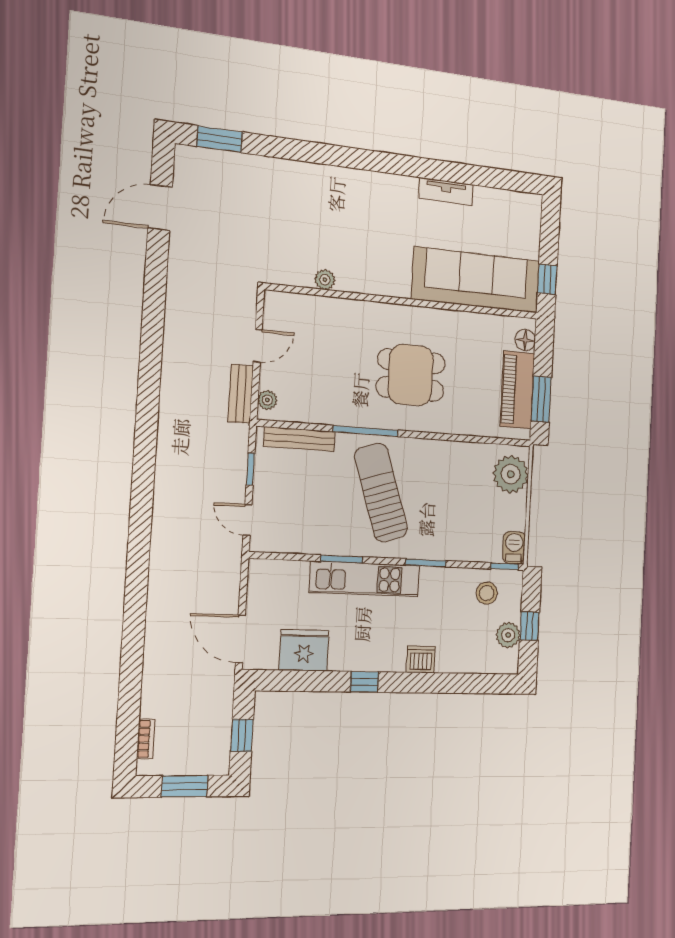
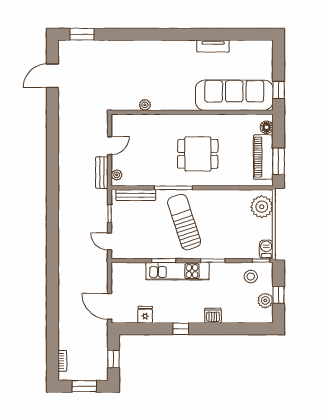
fridge: (304, 650) -> (145, 315), width x0.53, depth x0.75

